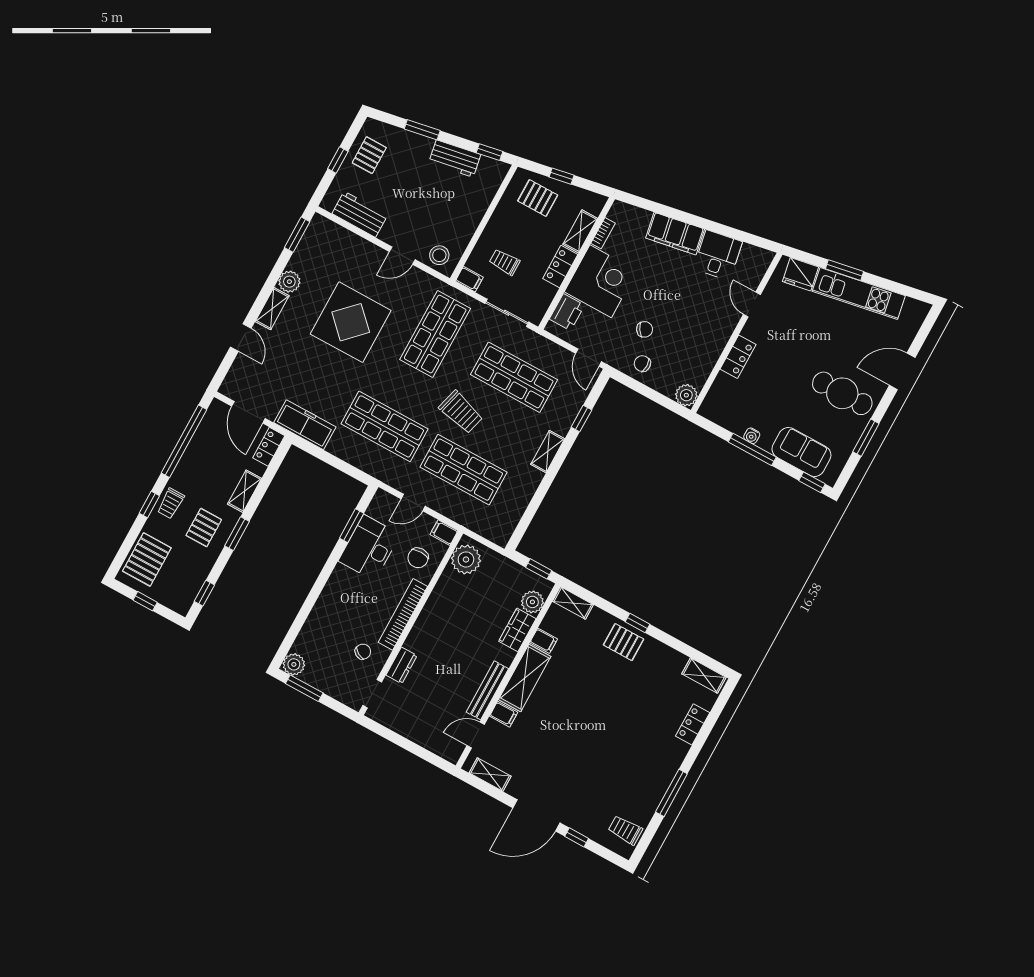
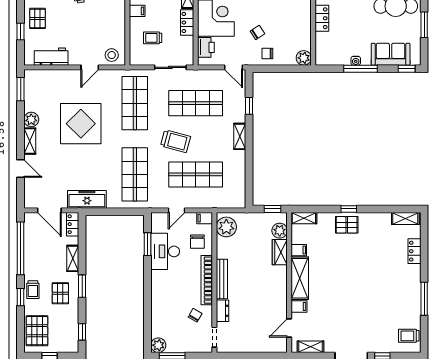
filing cabinet: (469, 279) -> (137, 11), moved
shop shelf: (385, 426) -> (135, 174), turned 90
bench: (487, 690) -> (222, 279), moved

